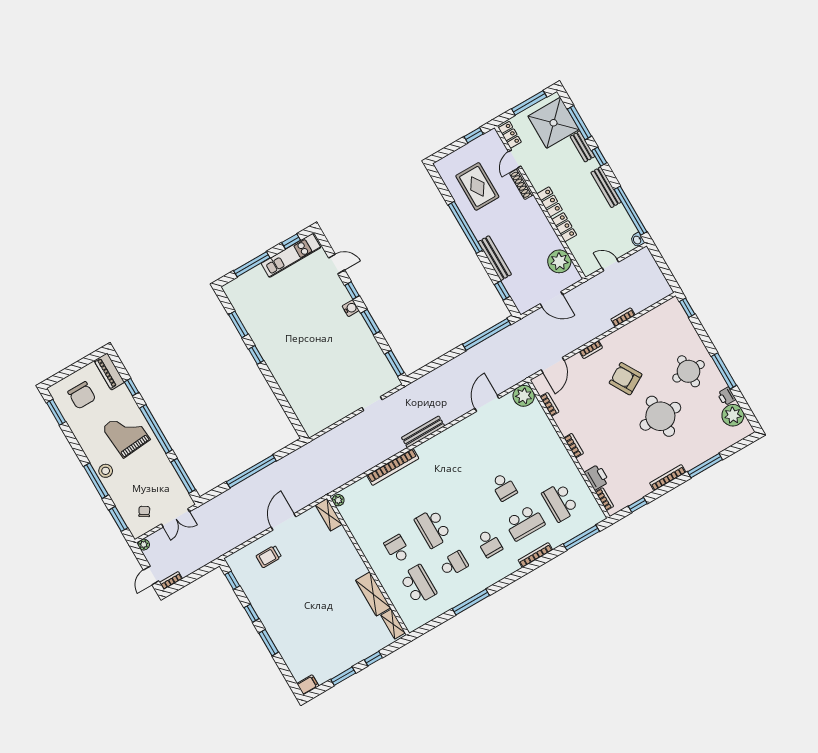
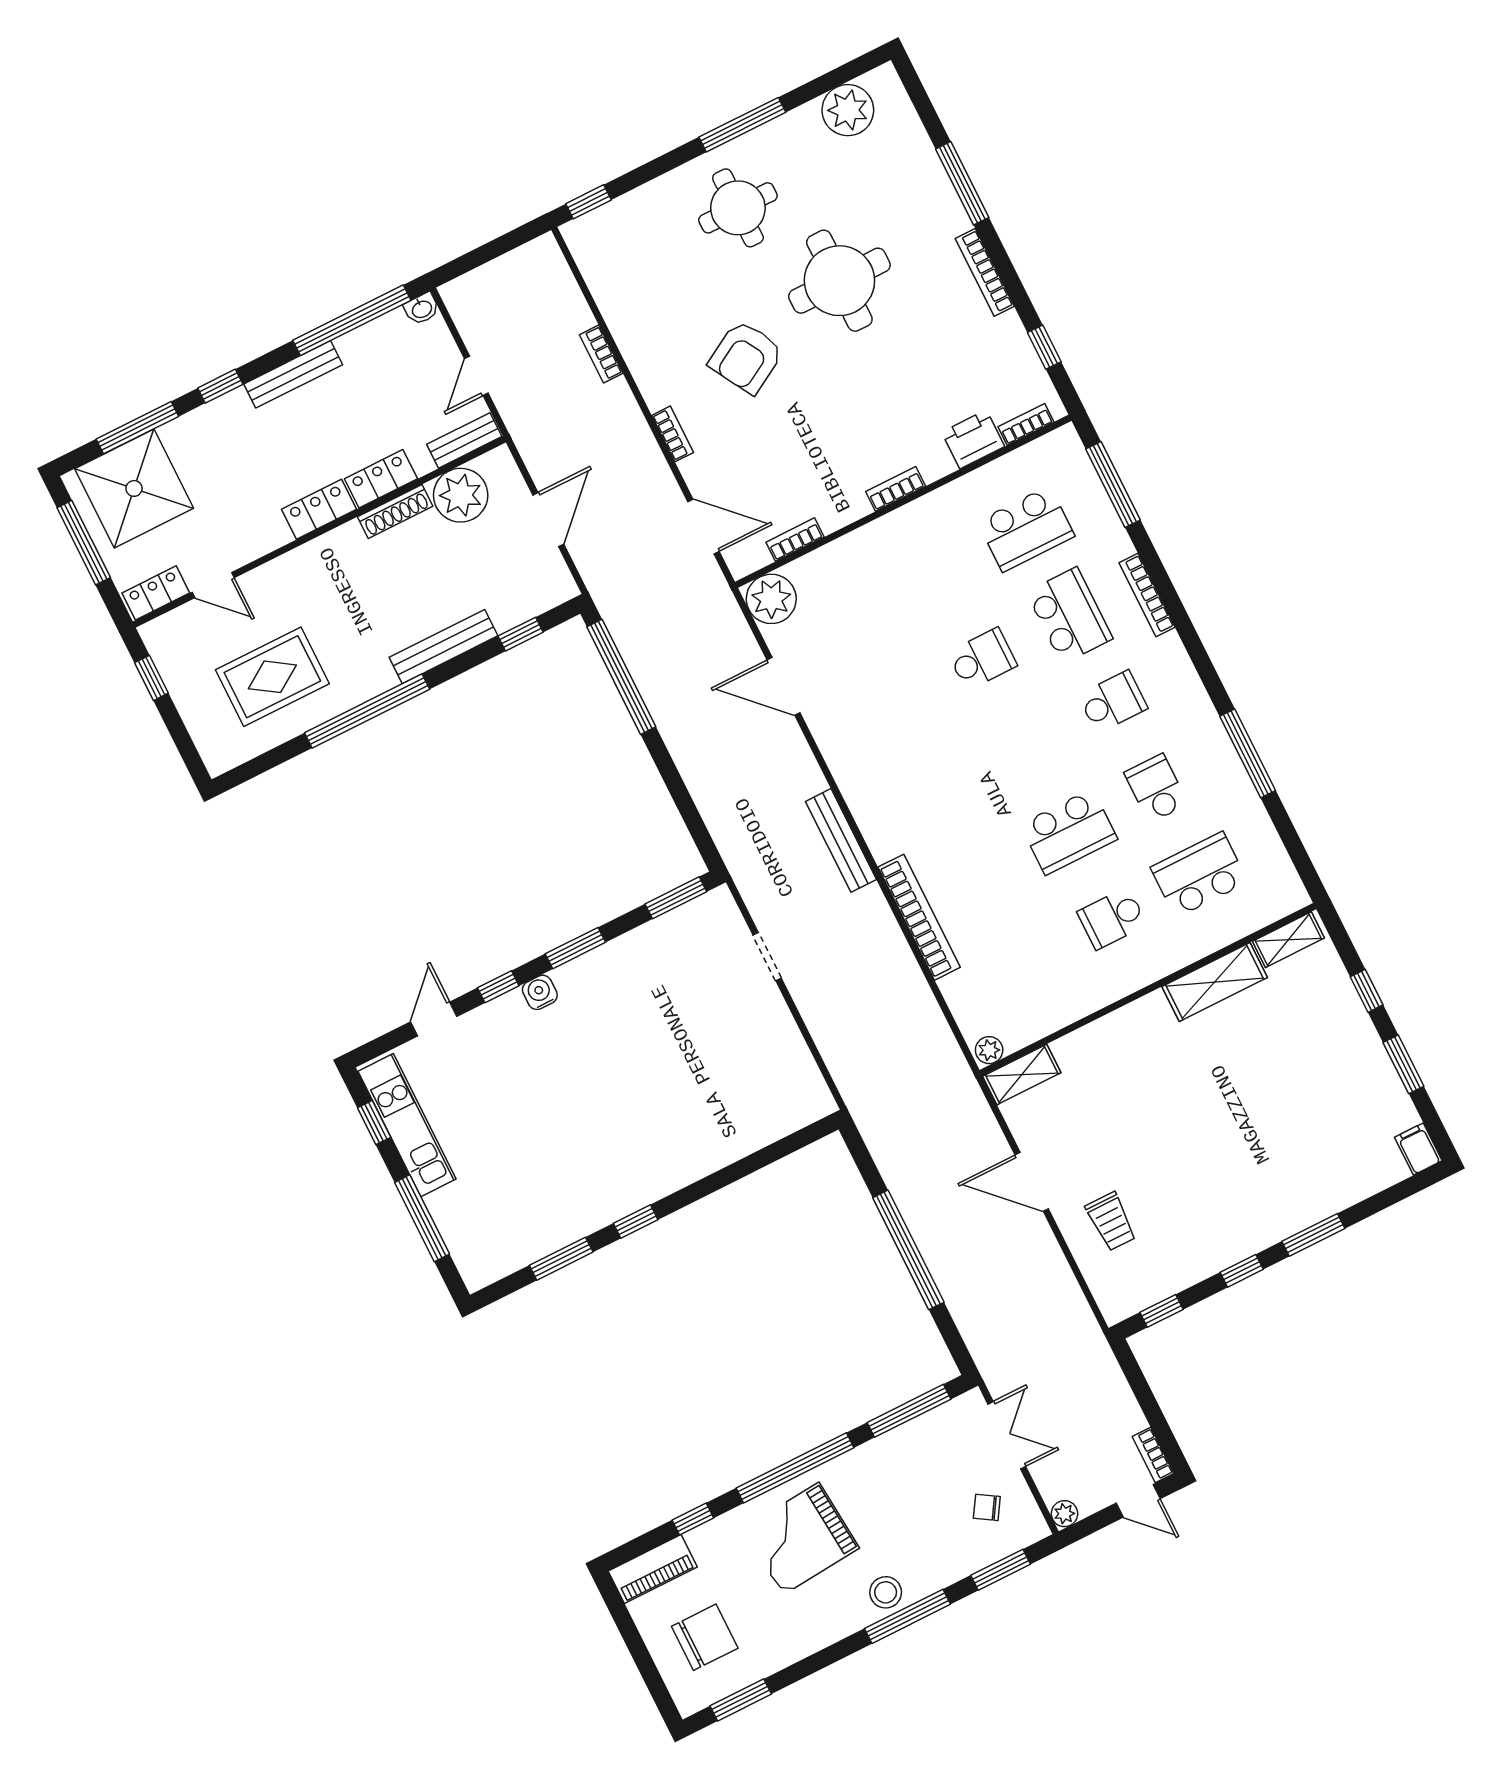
bench: (582, 146) -> (464, 440), moved
shoe rack: (522, 184) -> (395, 511), moved
printer: (727, 396) -> (802, 122), removed

